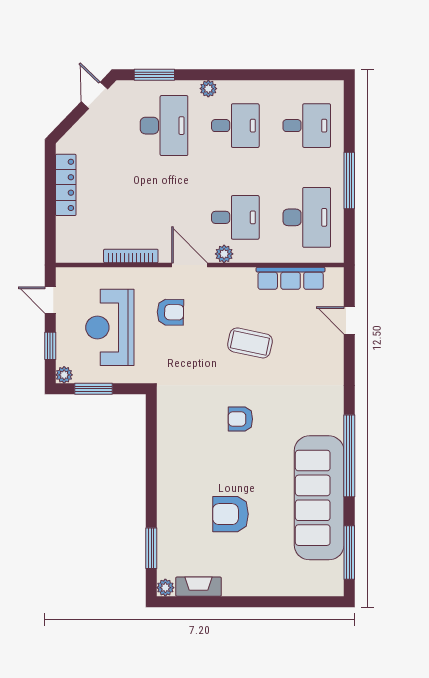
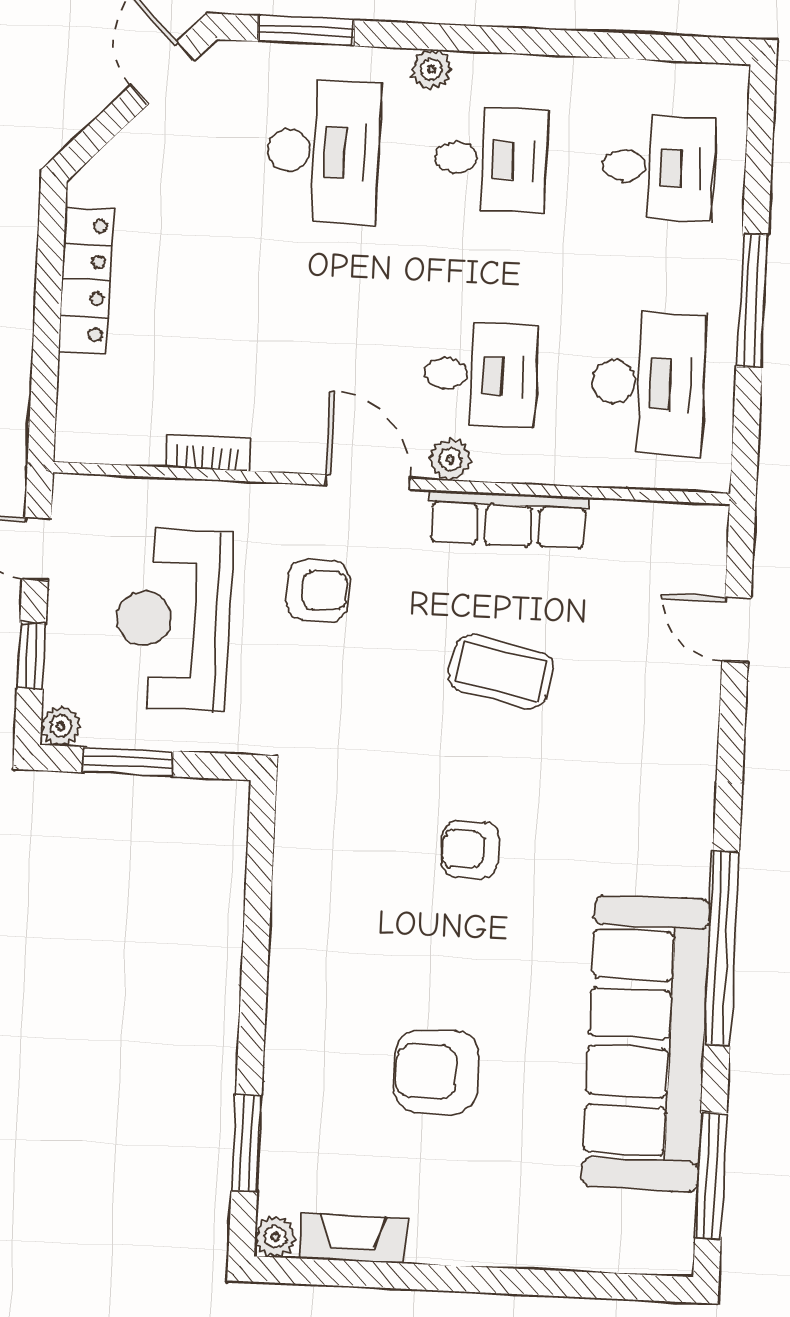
bookcase: (131, 256) -> (208, 453), width x0.64
row of seats: (291, 278) -> (508, 520), moved

